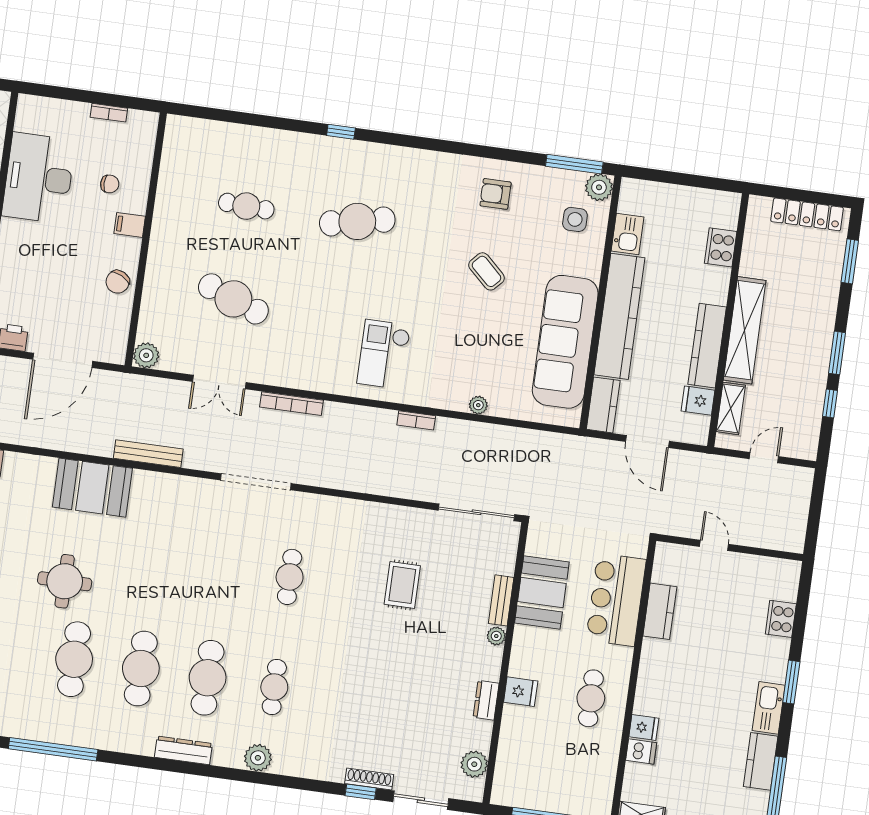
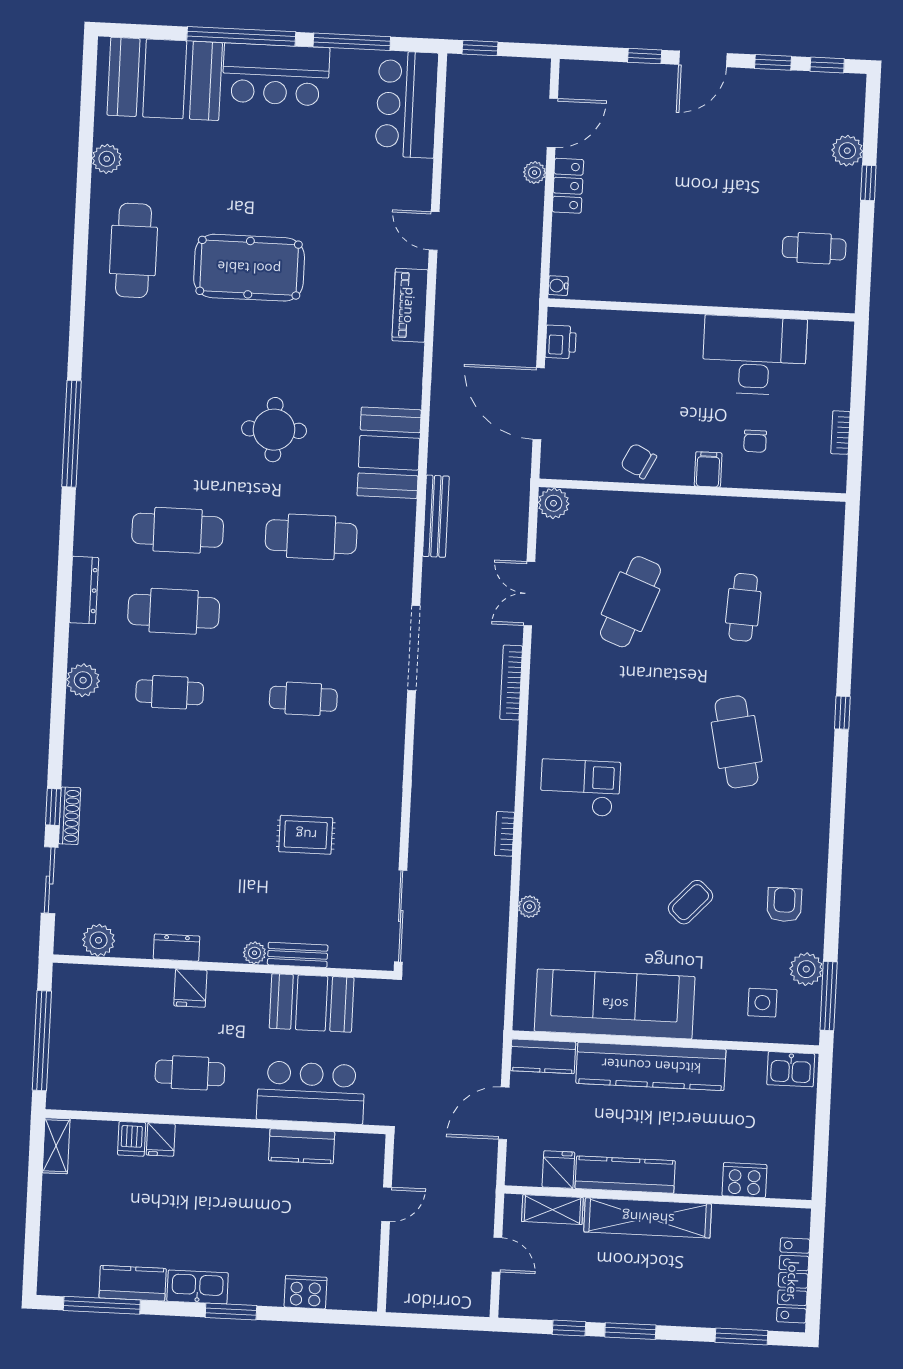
plant: (599, 187) -> (806, 969), moved
kitchen sink: (628, 234) -> (791, 1069), moved
cafe table: (74, 659) -> (311, 537), moved

